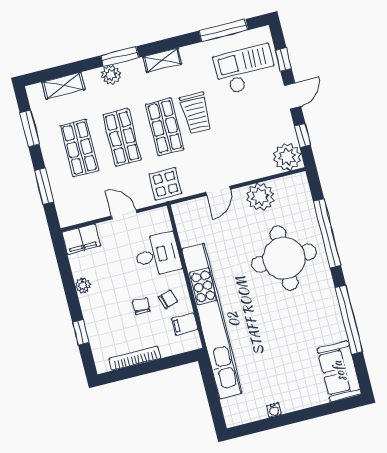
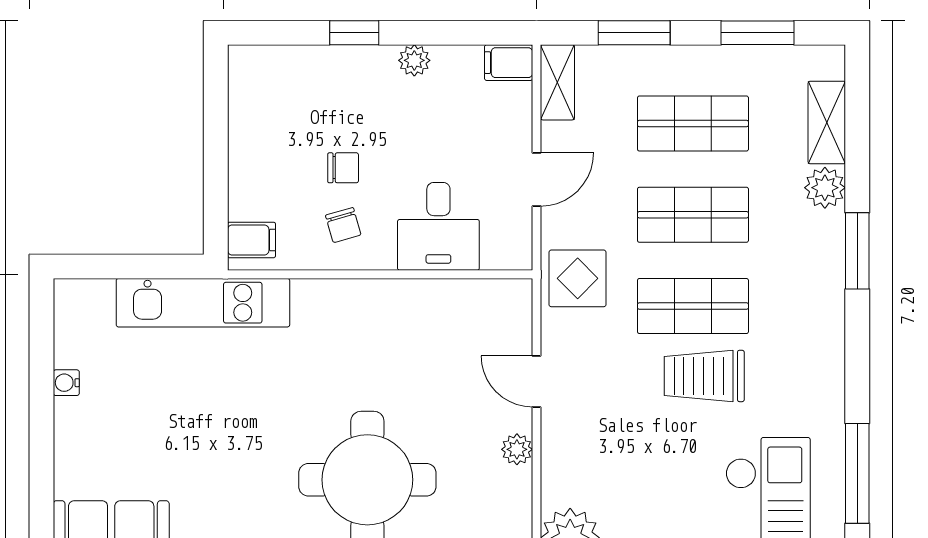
shelving: (162, 60) -> (557, 82), moved
plant: (111, 75) -> (825, 188), moved
plant: (260, 197) -> (517, 449), width x0.53, depth x0.53
filing cabinet: (81, 239) -> (509, 63), width x0.50
kitchen unit: (212, 321) -> (203, 303), width x0.54
filing cabinet: (185, 324) -> (252, 240), moved, turned 90
window: (81, 332) -> (354, 33), moved
bookcase: (135, 358) -> (241, 129), removed

